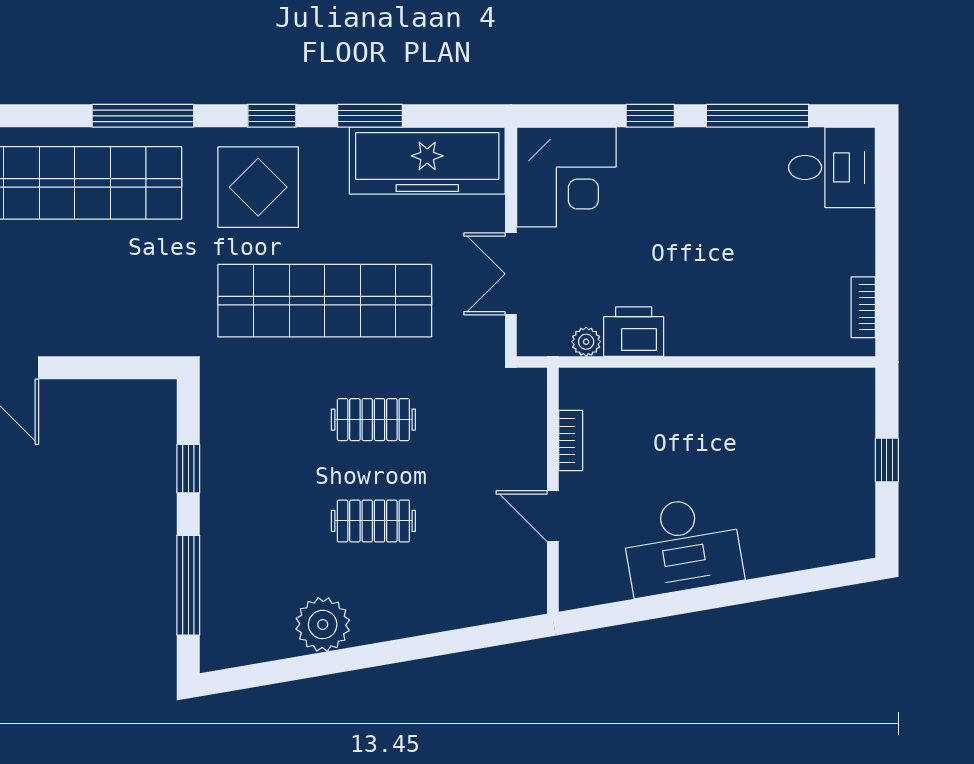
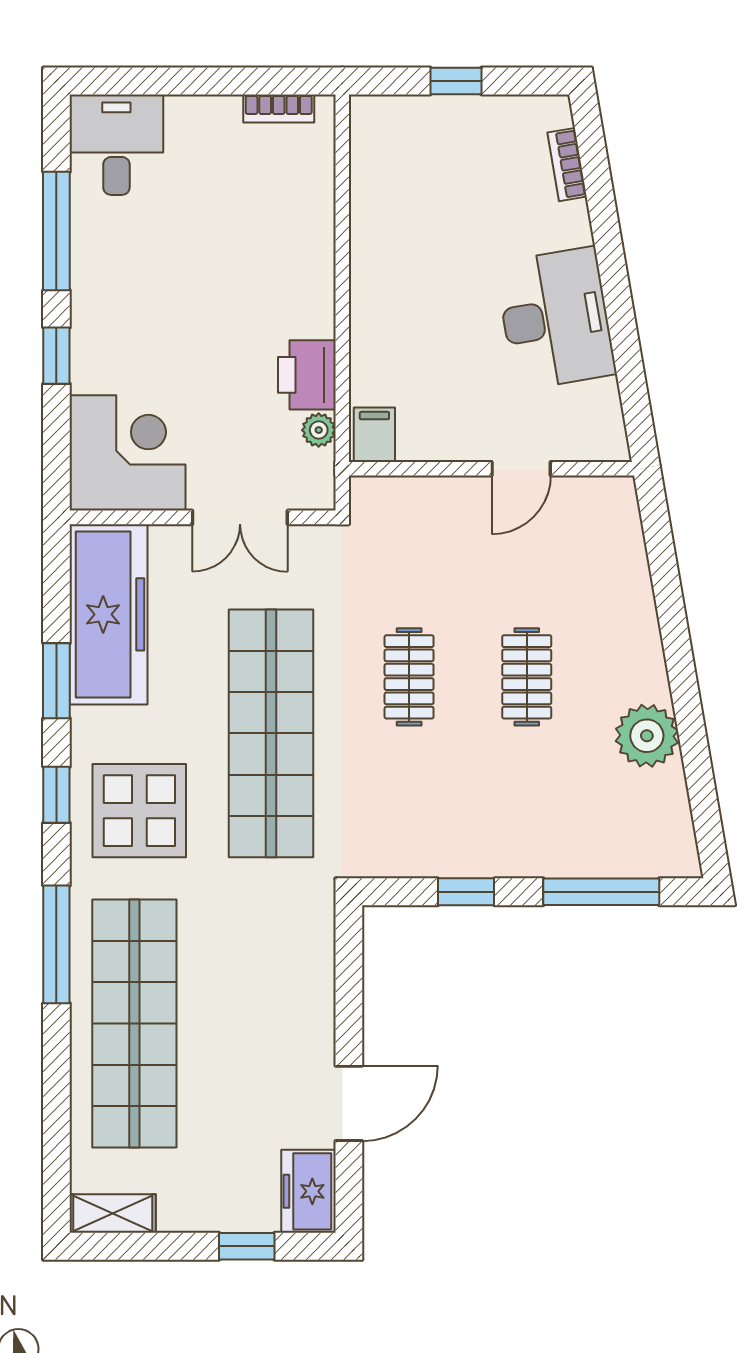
filing cabinet: (582, 390) -> (374, 435), added
bookcase: (571, 441) -> (567, 165), moved, turned -100

